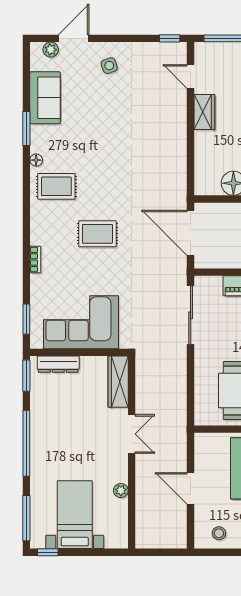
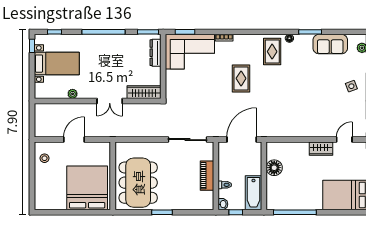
corner sofa: (81, 322) -> (190, 52), moved, turned 90
window: (26, 518) -> (54, 32), width x0.46

